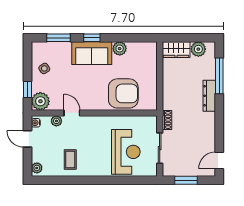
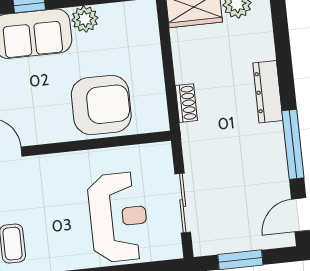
window: (219, 76) -> (293, 144), moved
shoe rack: (167, 120) -> (186, 103), moved

